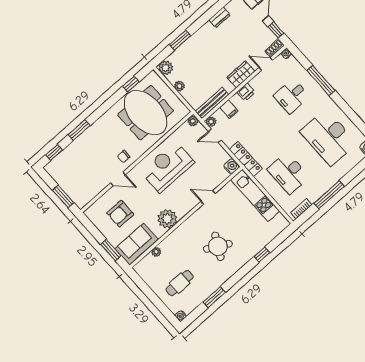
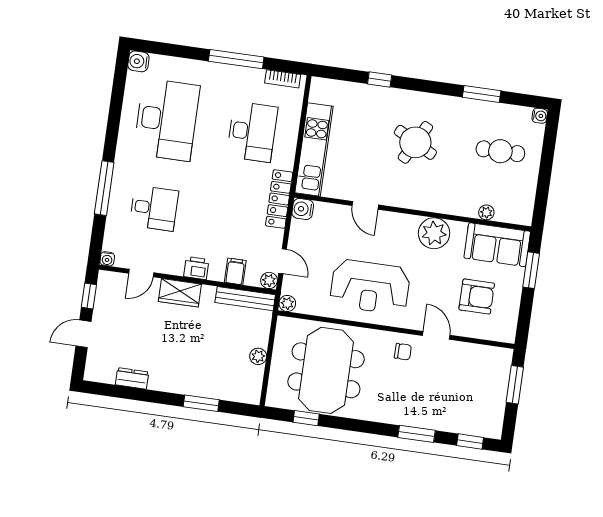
shoe rack: (275, 48) -> (113, 279), removed
door: (266, 64) -> (141, 273), hinge flipped
plant: (166, 68) -> (250, 392), removed

